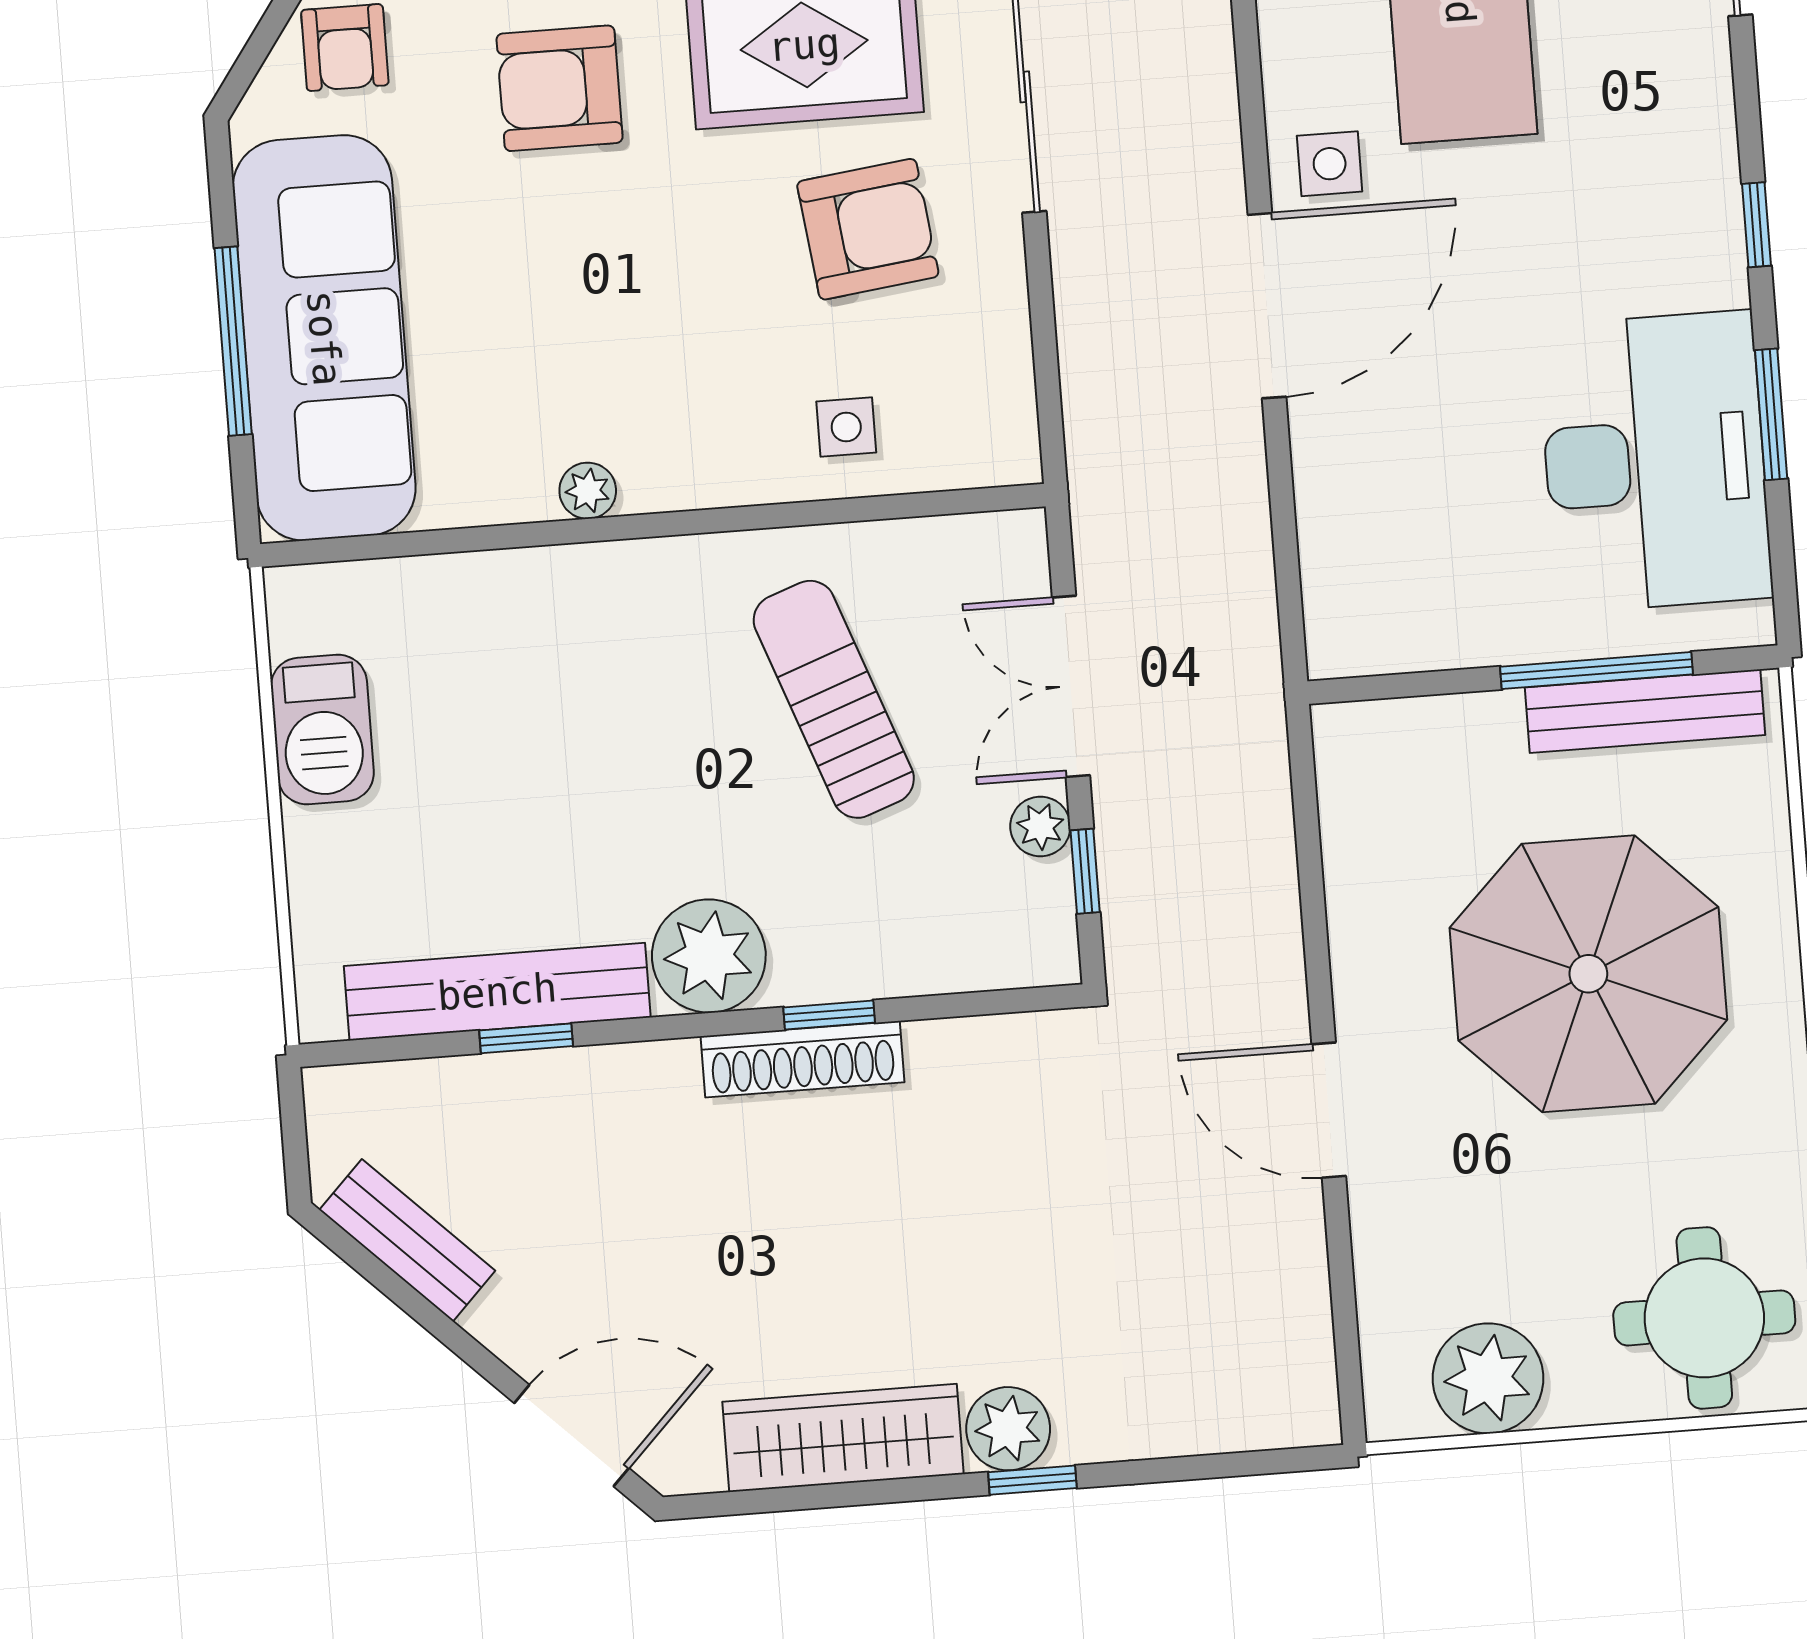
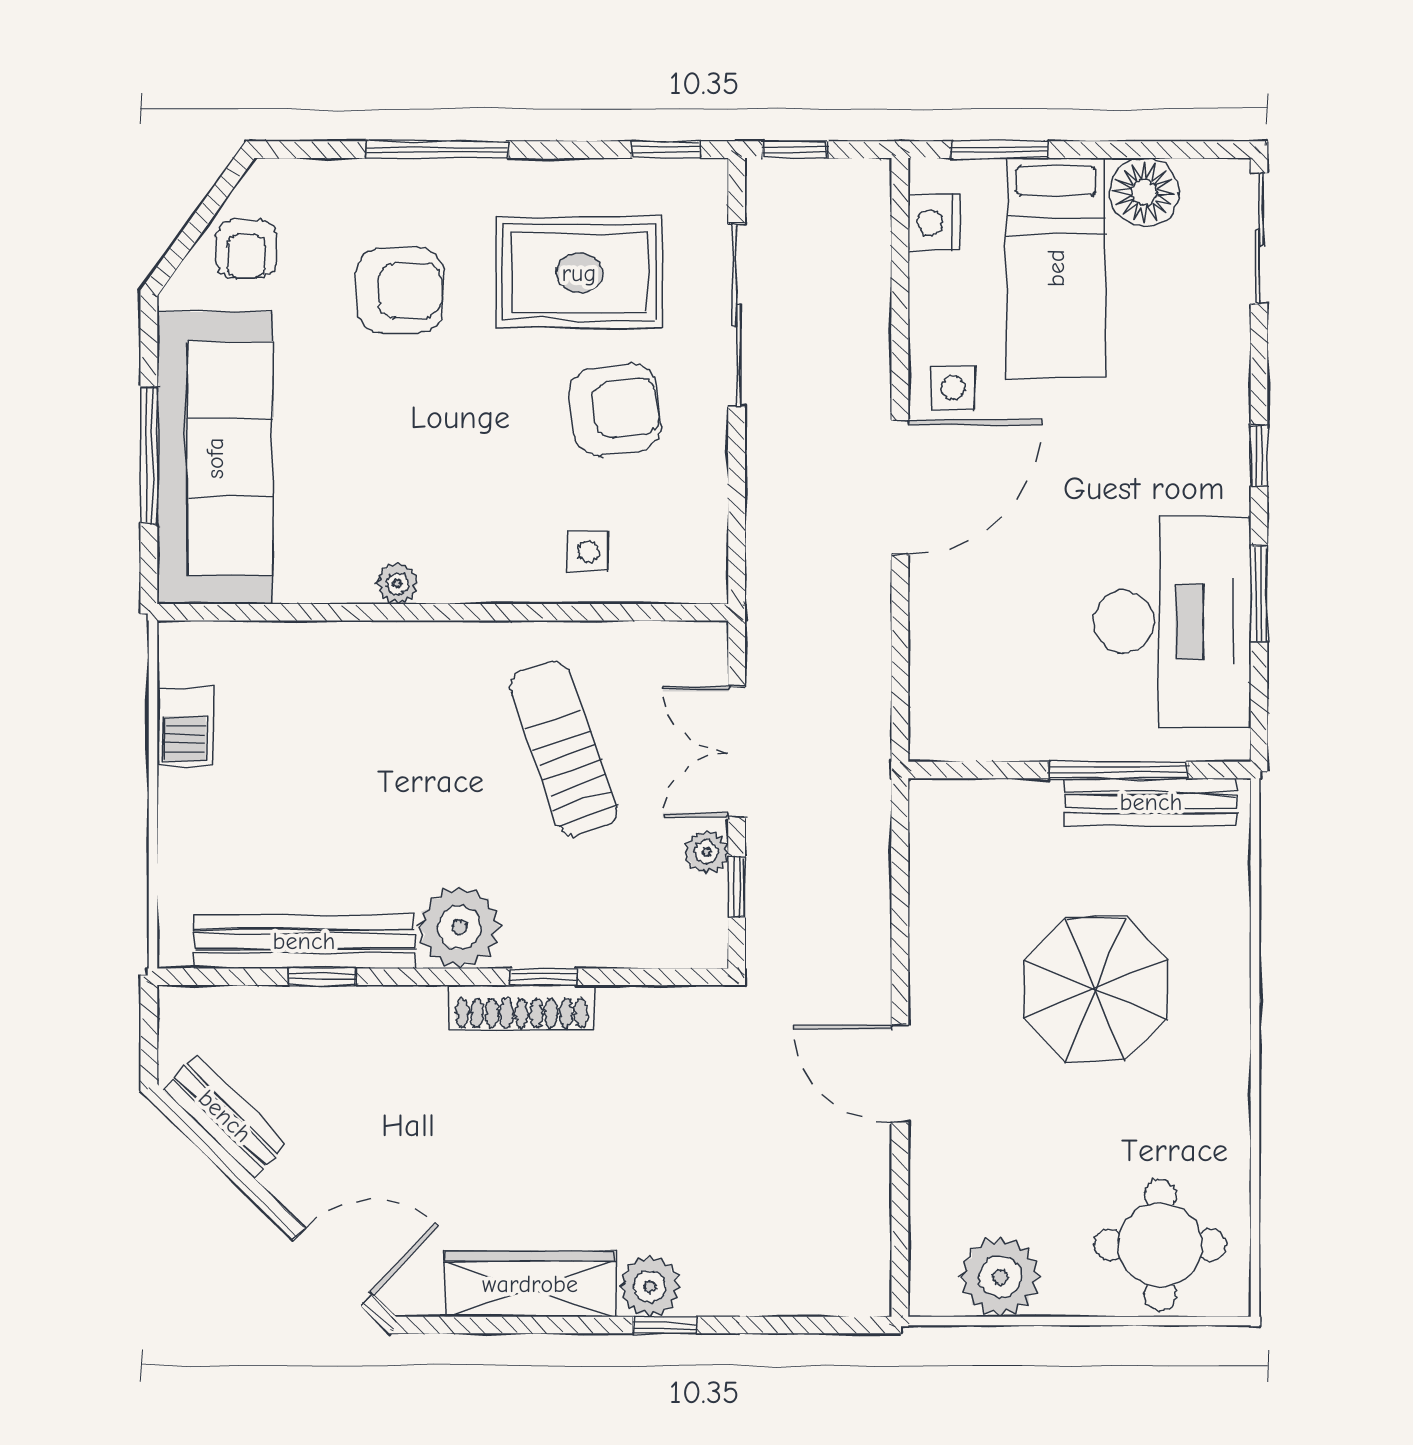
armchair: (560, 88) -> (399, 290), turned 180
barbecue: (322, 729) -> (185, 727), width x0.73, depth x0.79
parasol: (1588, 974) -> (1096, 989), width x0.73, depth x0.73

